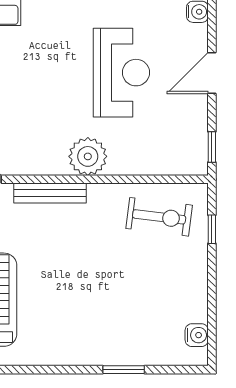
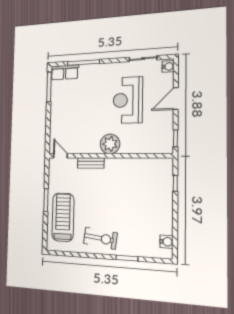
reception desk: (121, 73) -> (128, 100), turned 180
bench: (50, 193) -> (91, 163), width x0.73
exercise bike: (159, 217) -> (100, 238), moved

